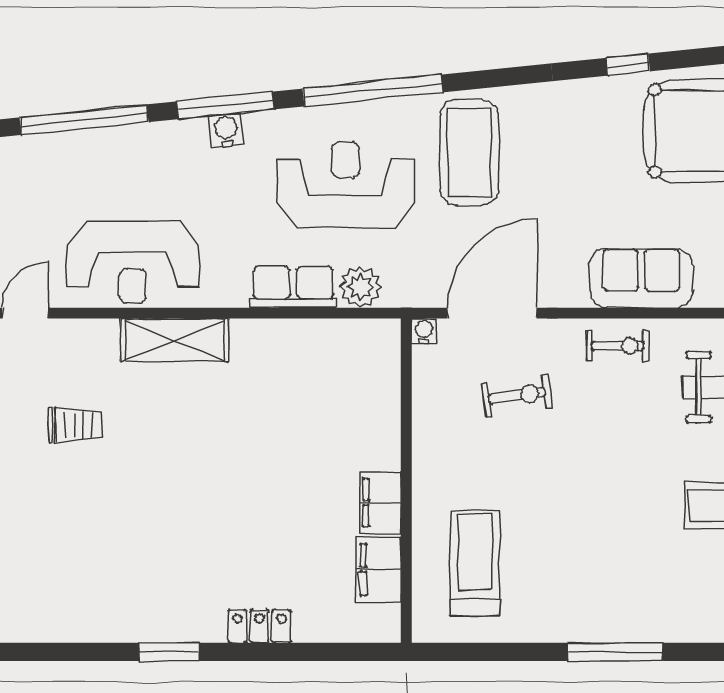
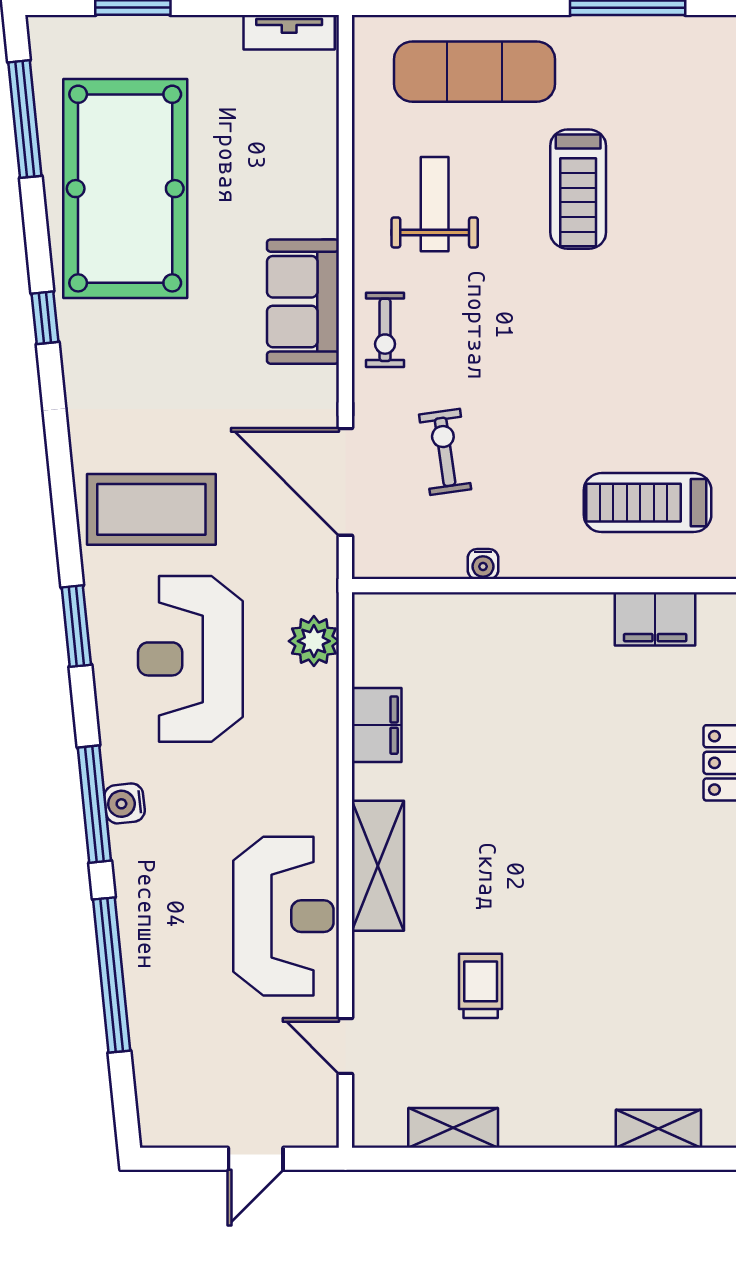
window: (373, 90) -> (76, 626), width x0.47
row of seats: (293, 287) -> (314, 722), removed
water cooler: (424, 331) -> (483, 564), moved, turned -90
exercise bike: (618, 346) -> (385, 330), turned 180
filing cabinet: (380, 503) -> (377, 725), moved, turned -90

